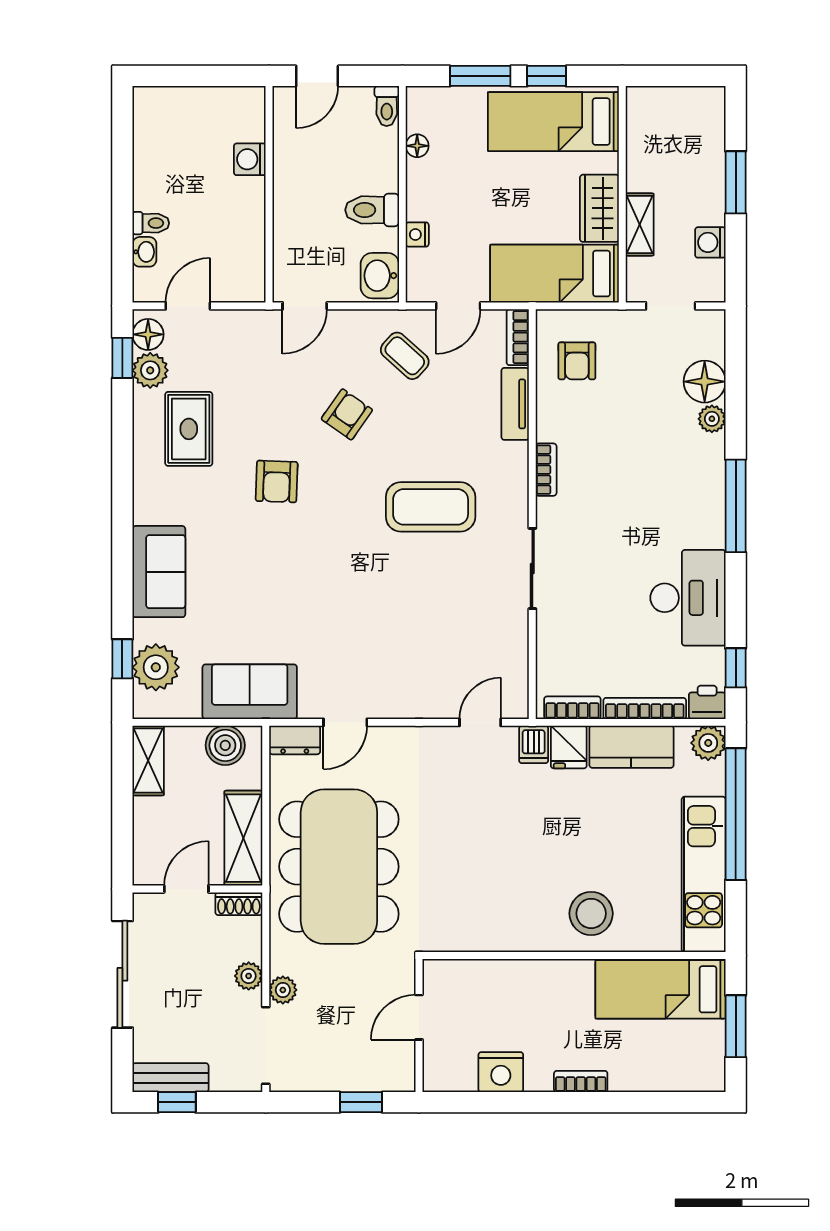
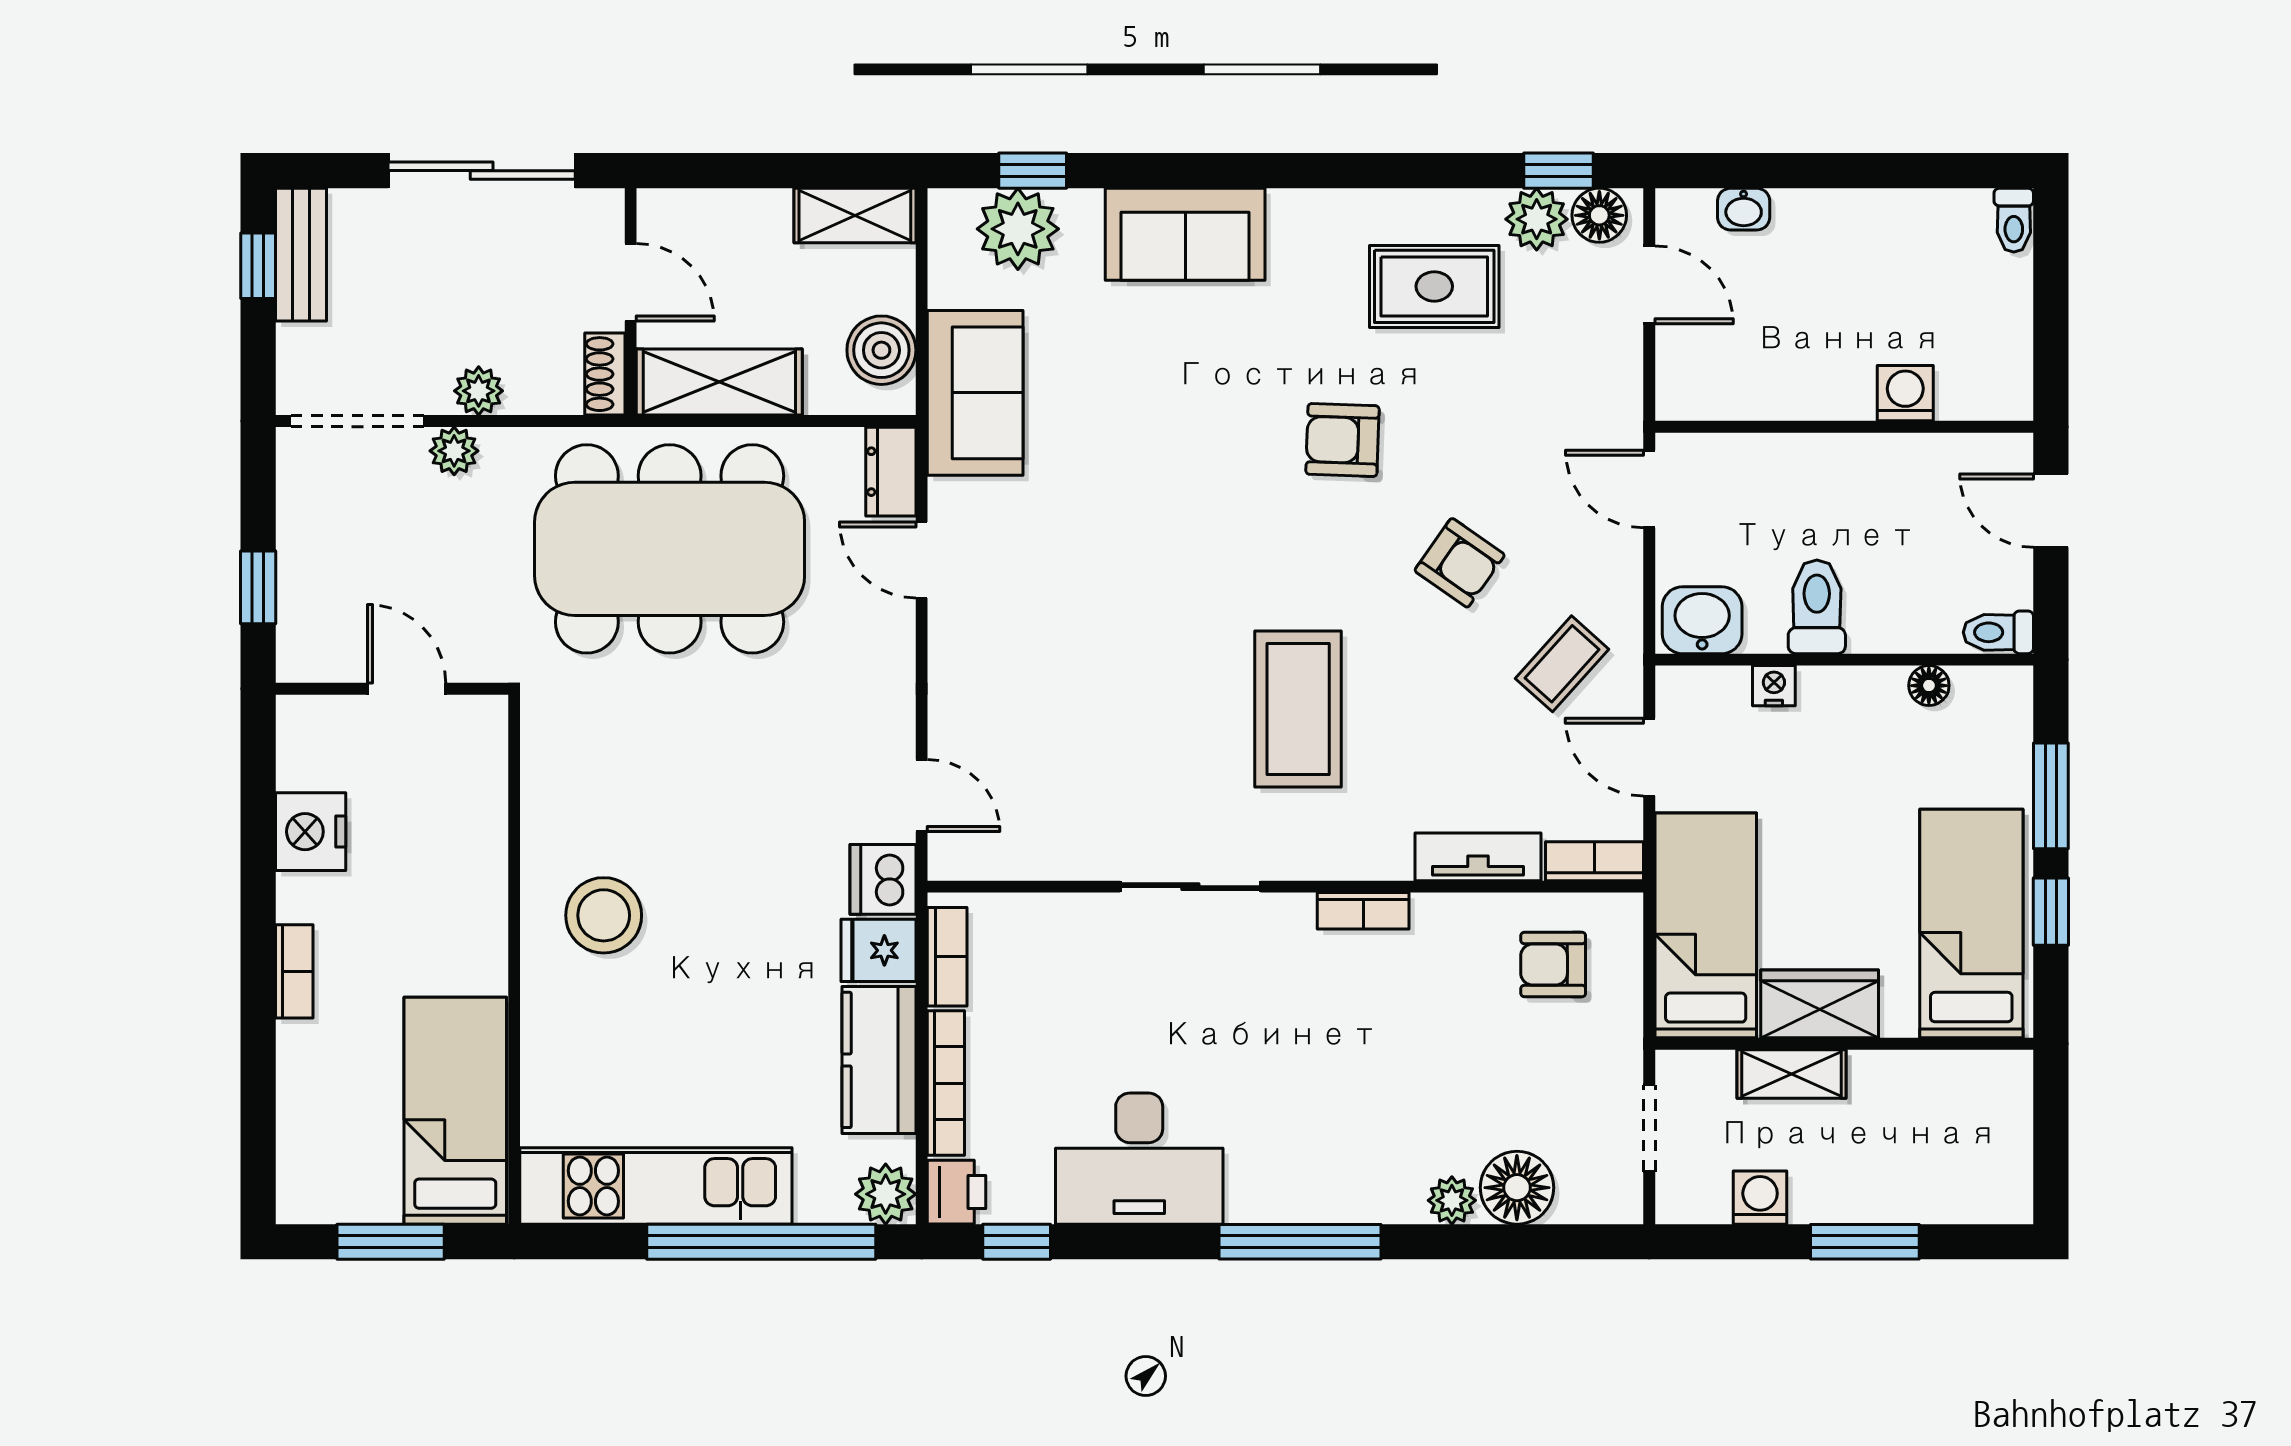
toilet: (151, 223) -> (2014, 220), moved
dishwasher: (534, 744) -> (883, 879), width x1.38
stool: (591, 913) -> (604, 915), moved

